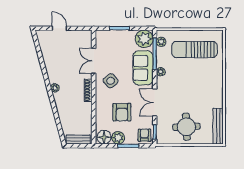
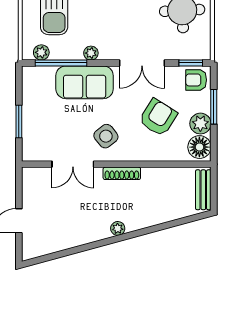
plant: (144, 39) -> (36, 80), removed
armchair: (122, 112) -> (158, 117), turned -58

